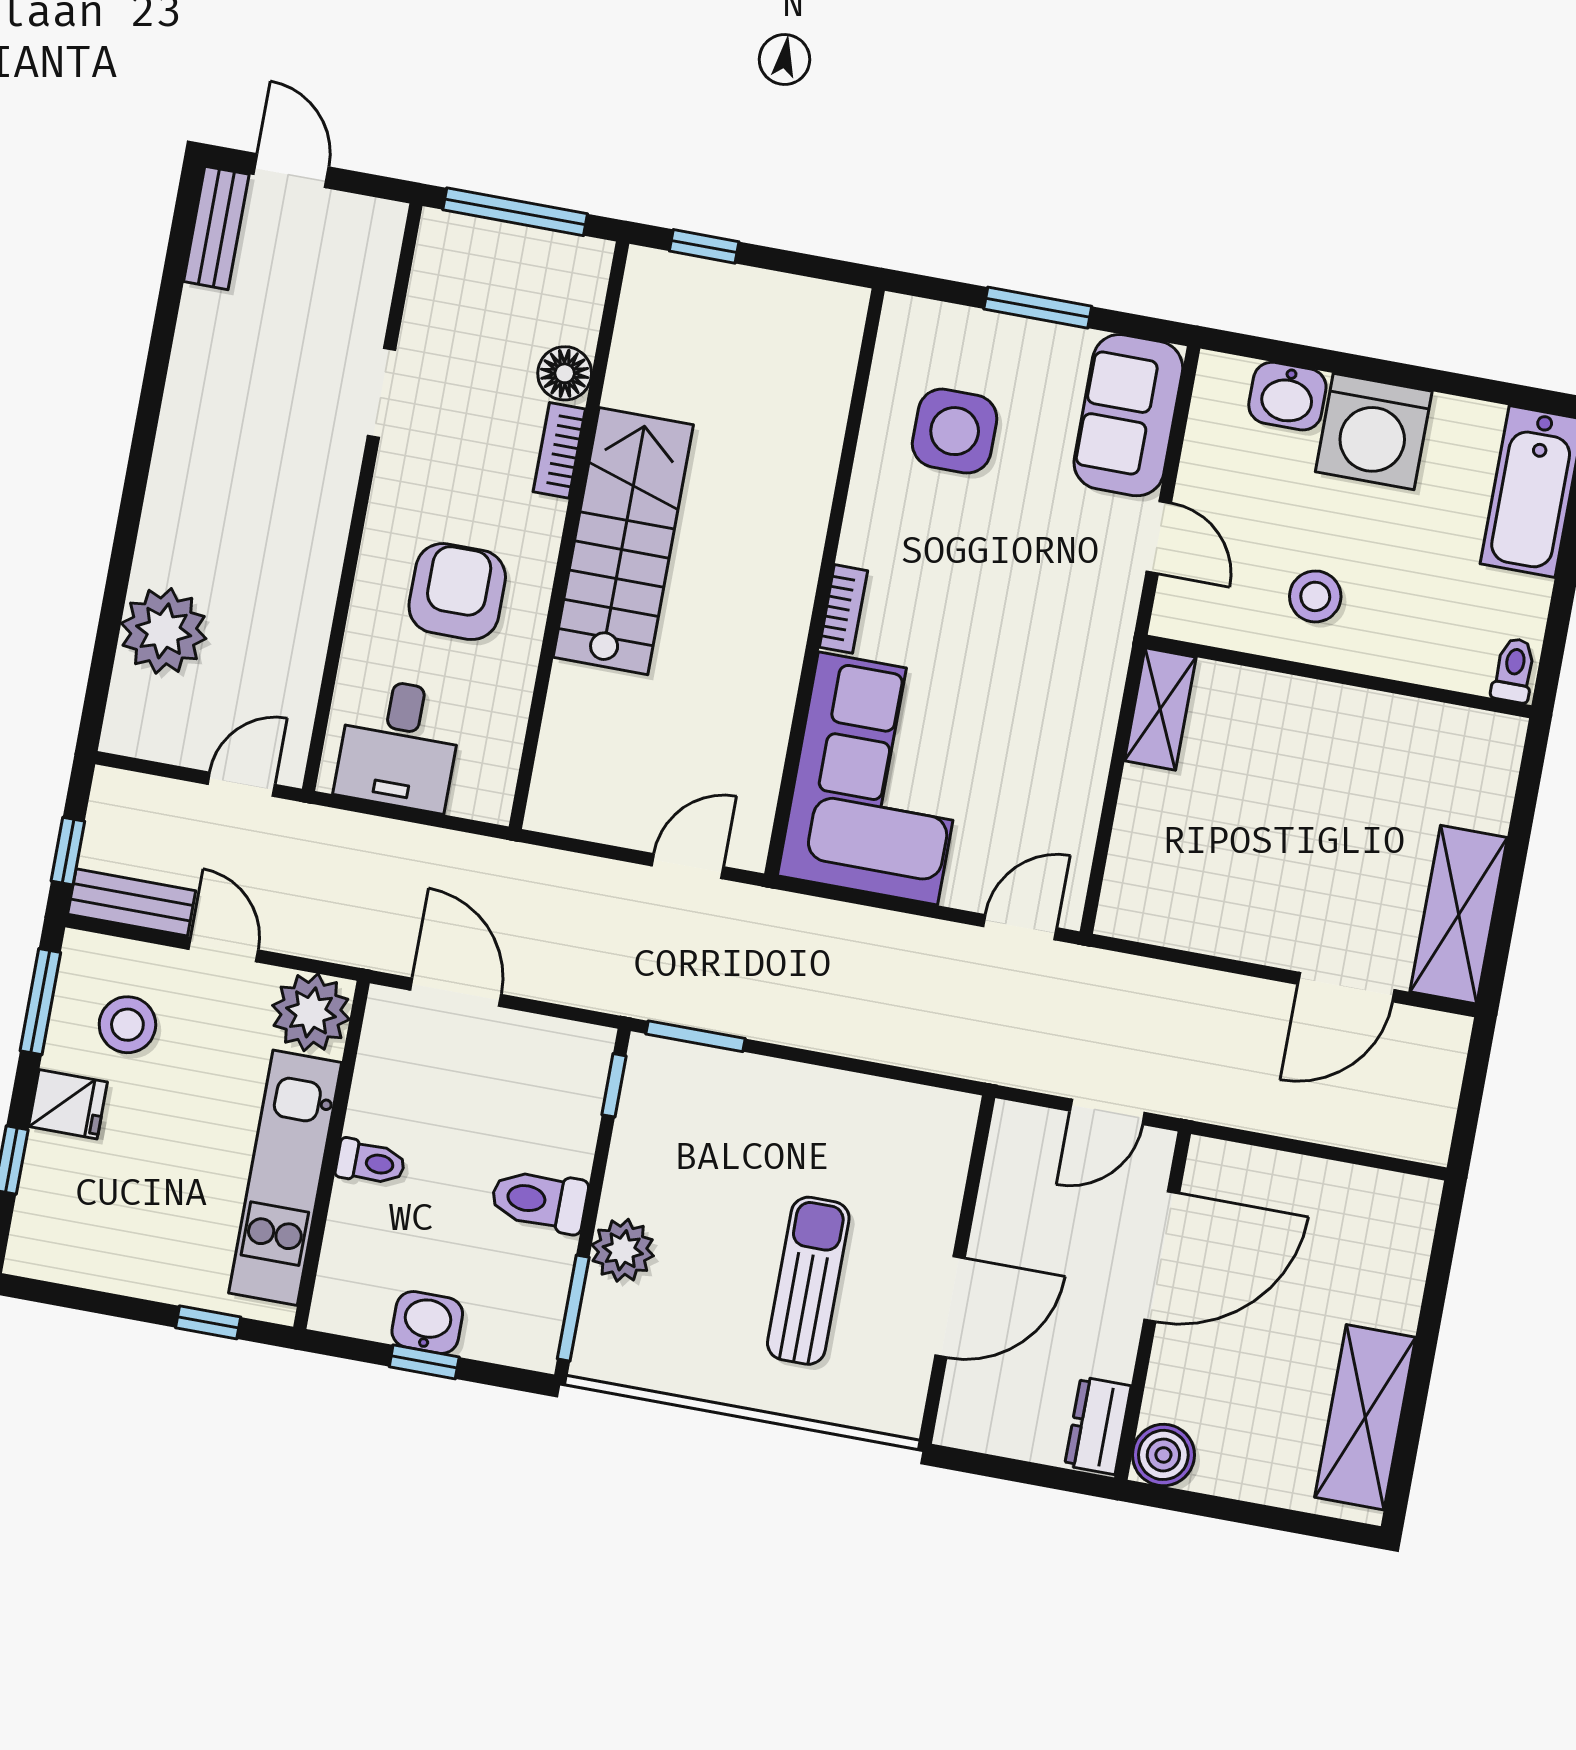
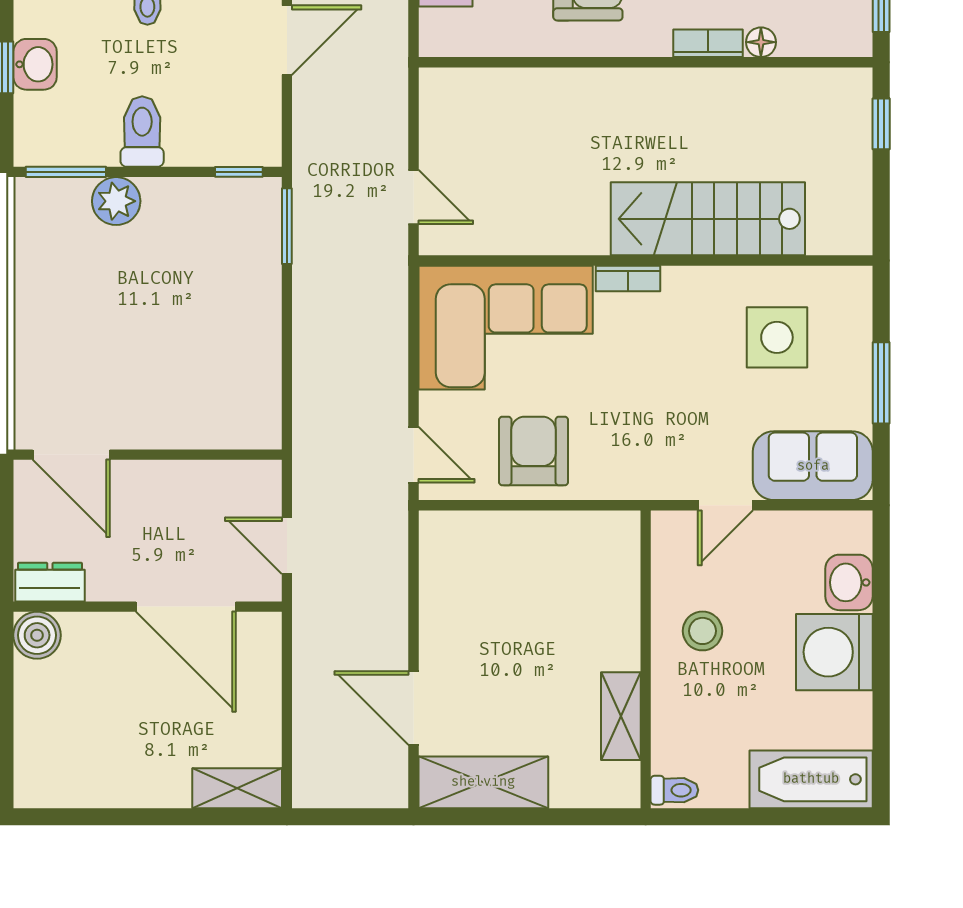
floor lamp: (565, 373) -> (761, 42), width x0.73, depth x0.73
stairs: (623, 541) -> (708, 219), moved, turned 180
shelving: (1160, 709) -> (621, 716), moved, turned 90
armchair: (1043, 772) -> (534, 451), added
sun lounger: (808, 1281) -> (119, 345), removed
door: (950, 1307) -> (71, 455), moved
shelving: (1365, 1417) -> (237, 788), moved, width x0.67, depth x0.75

